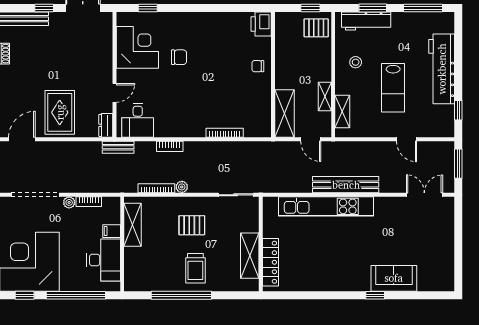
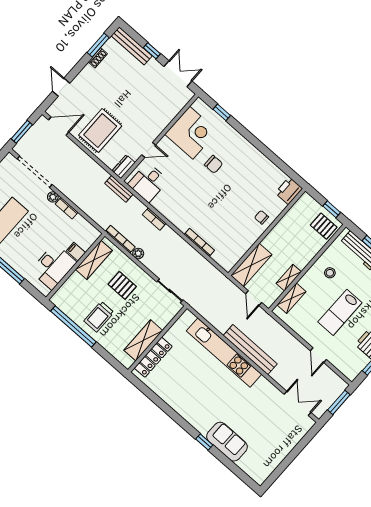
shelving: (133, 225) -> (94, 260), moved
filing cabinet: (112, 231) -> (76, 252), moved
wall: (122, 244) -> (75, 267), moved
desk: (104, 260) -> (53, 266), moved

